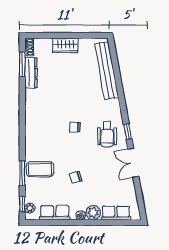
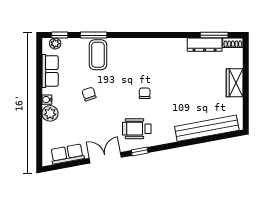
row of seats: (116, 213) -> (67, 154), moved, turned -100

